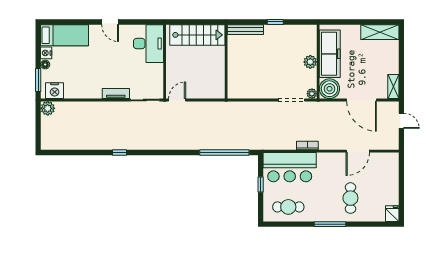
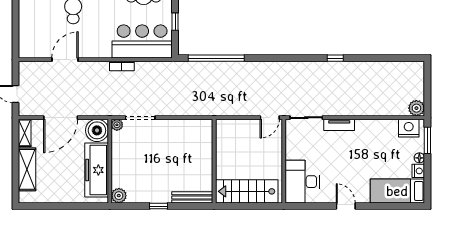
shelving: (380, 32) -> (27, 169), moved, turned 90
plant: (310, 62) -> (119, 196), moved
door: (362, 100) -> (61, 118), swing flipped

